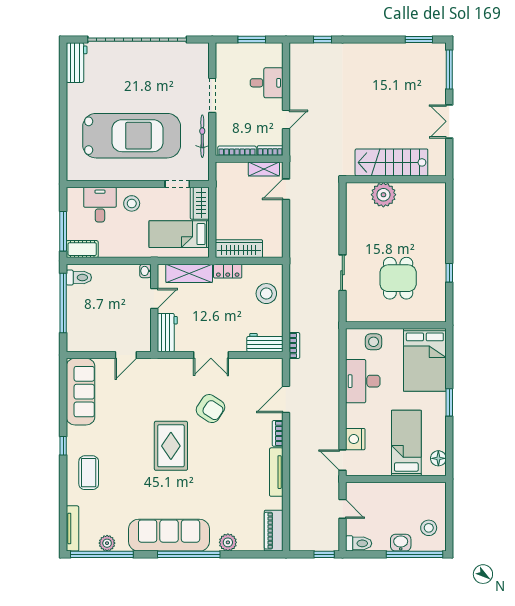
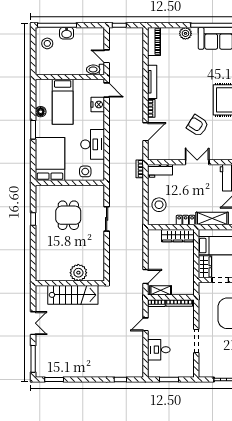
bicycle: (202, 136) -> (203, 313), removed
floor lamp: (438, 458) -> (41, 112), moved
toilet: (359, 543) -> (96, 69), moved

